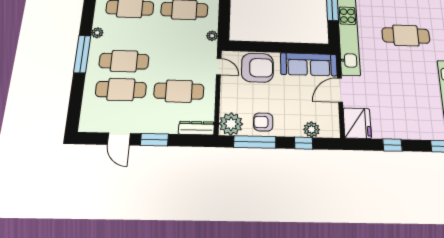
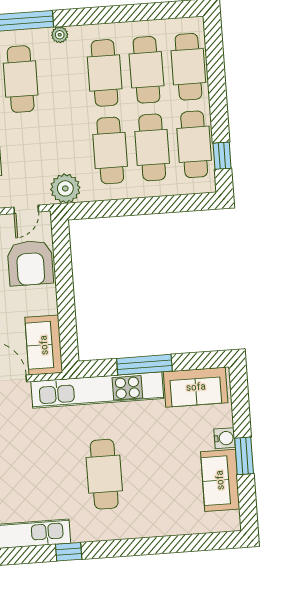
plant: (212, 36) -> (65, 188), width x1.88, depth x1.88
sofa: (309, 64) -> (44, 345), width x0.73

